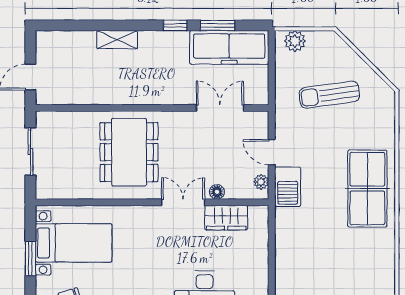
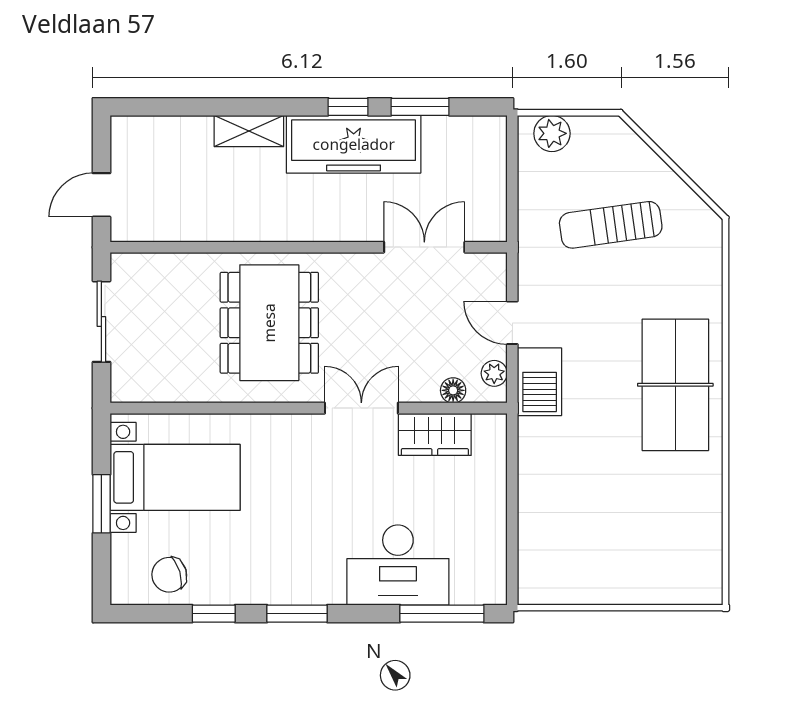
freezer: (229, 47) -> (354, 144), moved
floor lamp: (217, 192) -> (453, 390), moved

